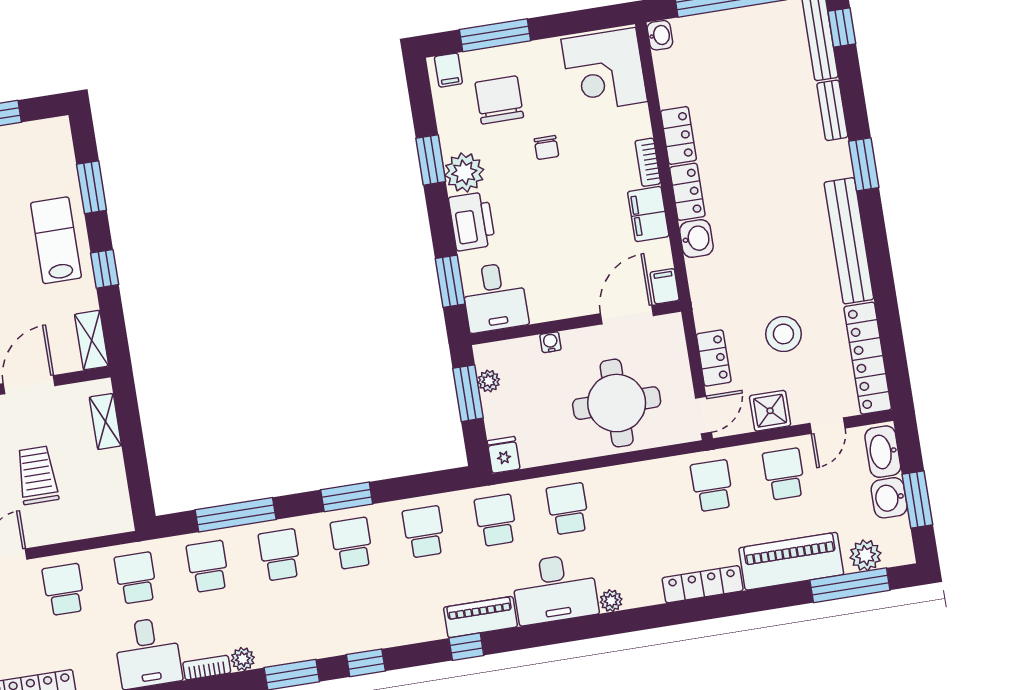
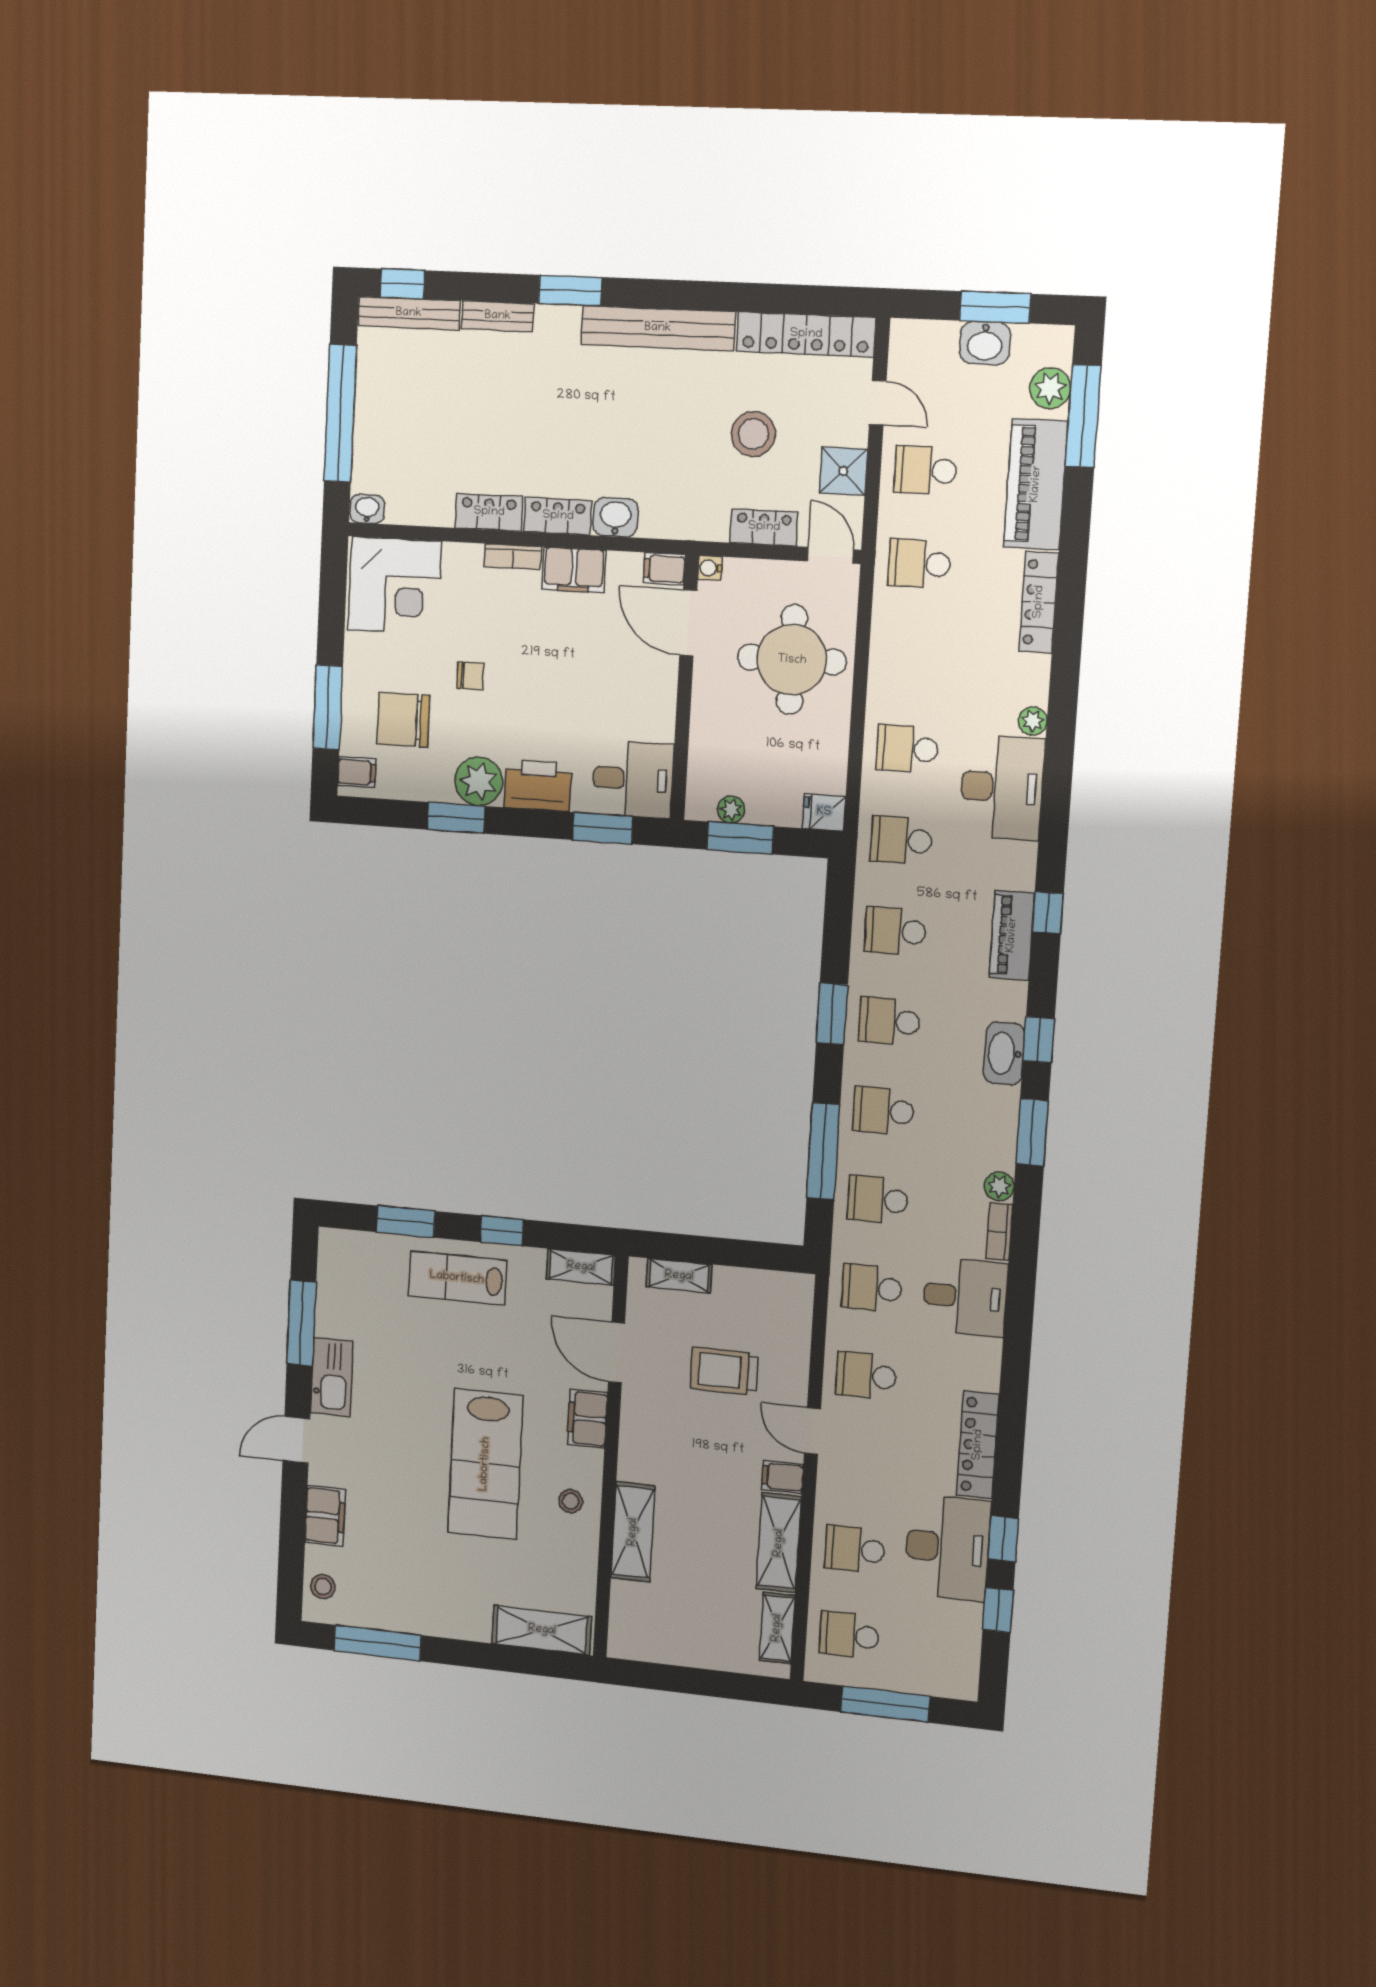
water cooler: (550, 342) -> (710, 568), moved
washbasin: (883, 452) -> (1004, 1053), moved, turned 90
piano: (480, 617) -> (1012, 935), moved

